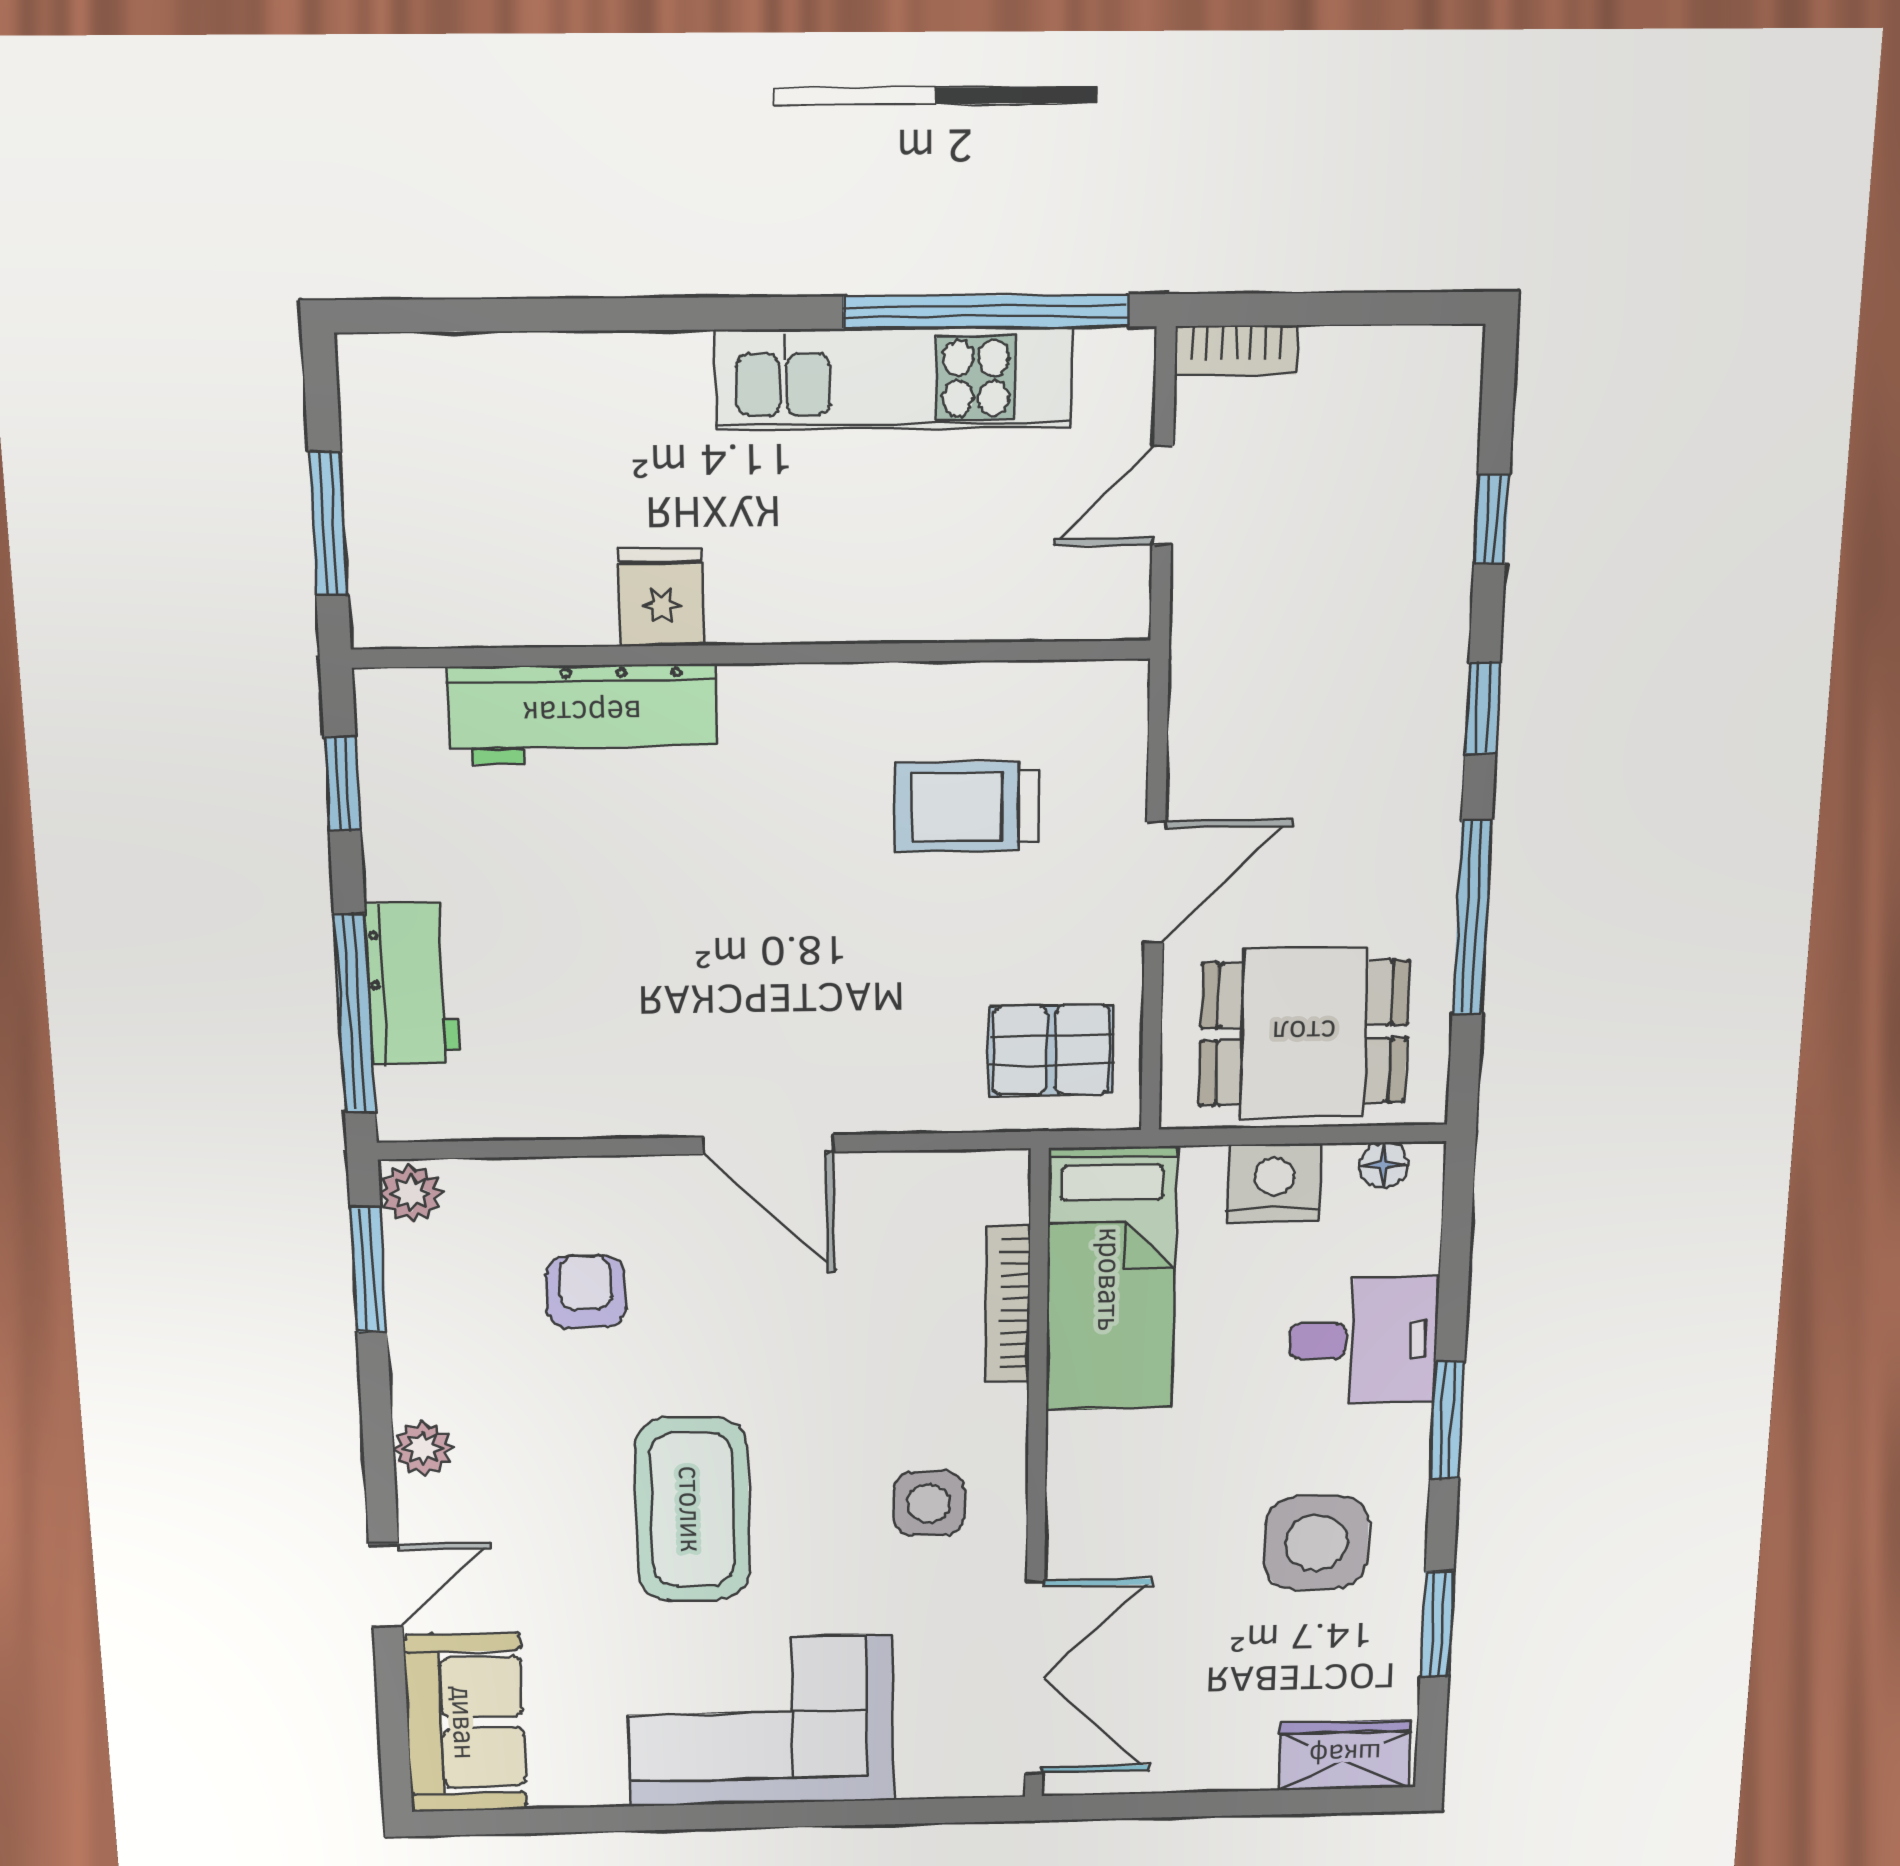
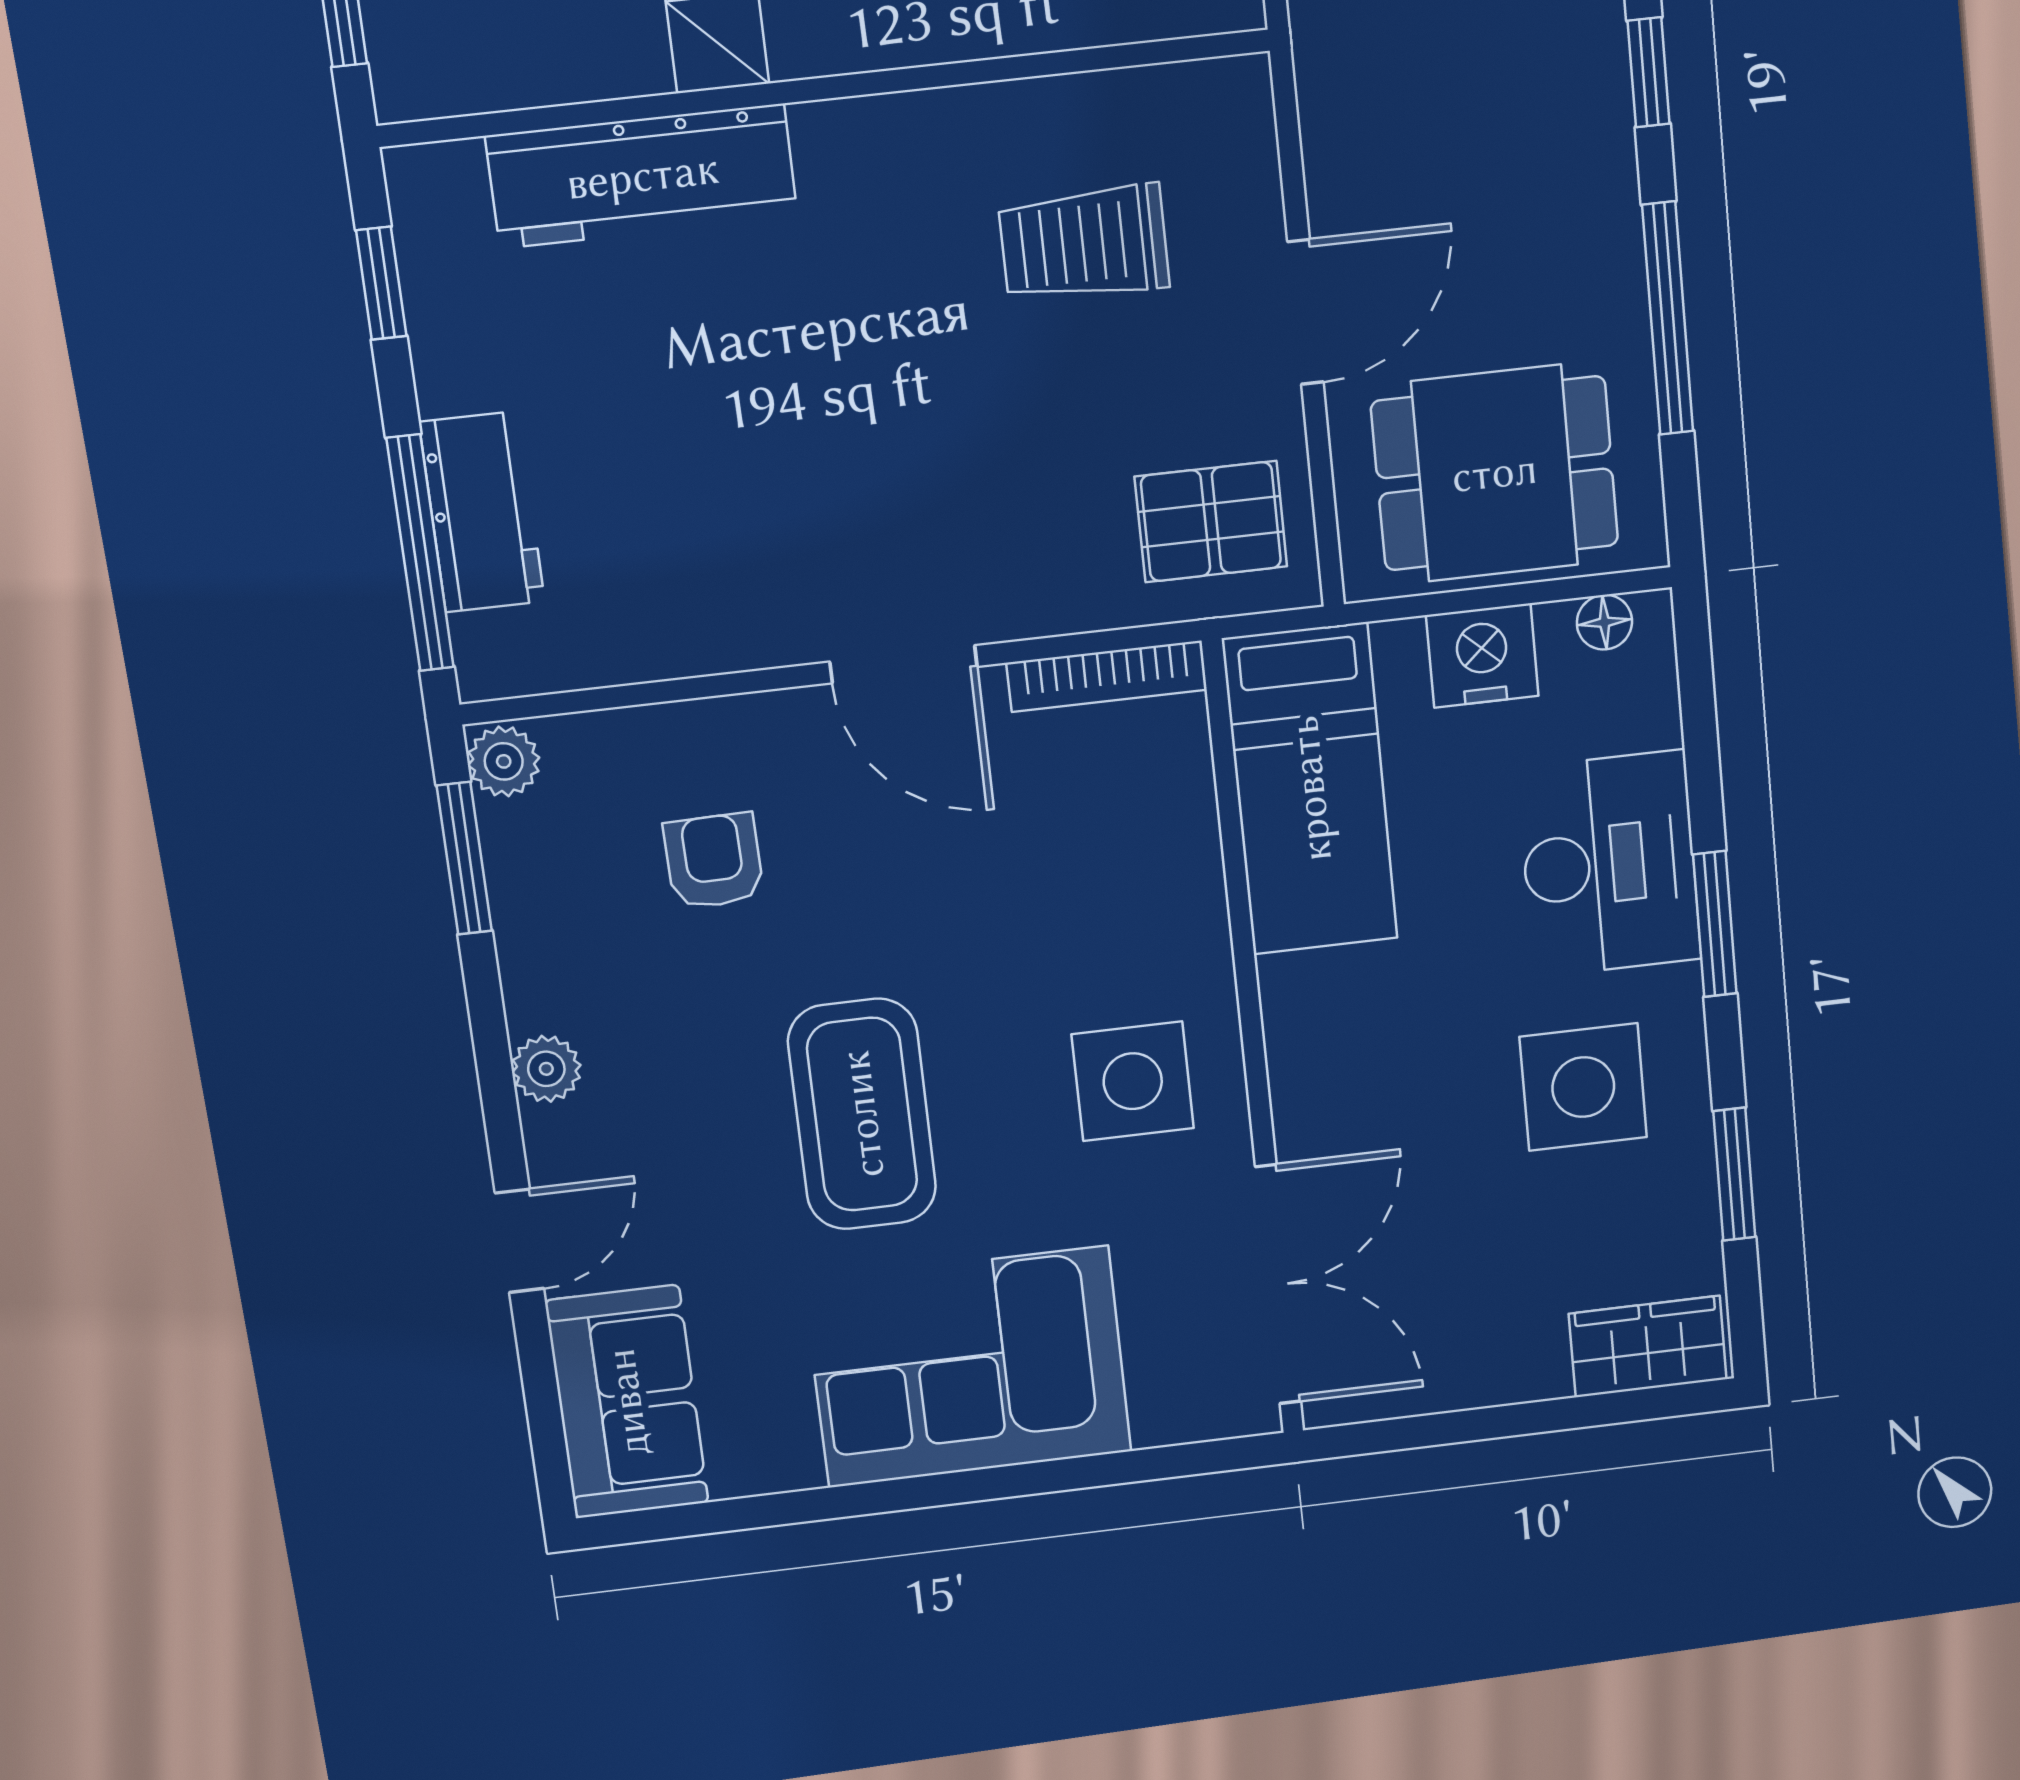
bookcase: (1008, 1304) -> (1107, 676), moved, turned -90
desk: (1363, 1340) -> (1609, 864), width x1.37
side table: (929, 1503) -> (1133, 1081), width x1.37, depth x1.37

